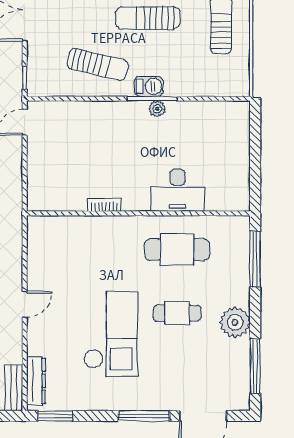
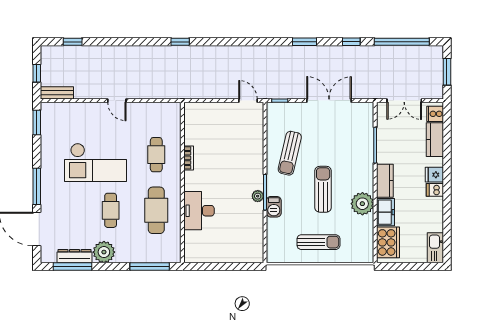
barbecue: (149, 86) -> (274, 207), moved
cafe table: (100, 250) -> (156, 155), added
dresser: (36, 381) -> (75, 256), moved, turned 180

